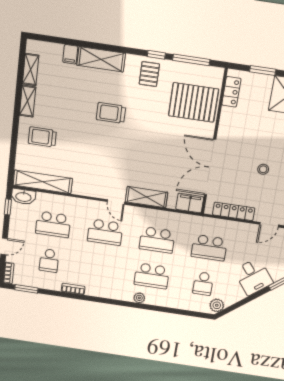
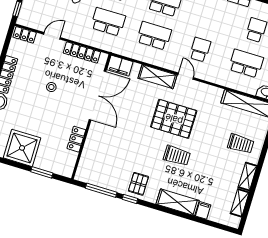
locker: (231, 92) -> (76, 139), moved
pallet: (194, 102) -> (174, 119), moved
school desk: (105, 232) -> (200, 50), width x0.54

